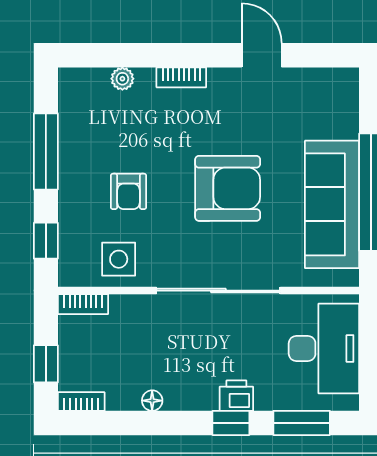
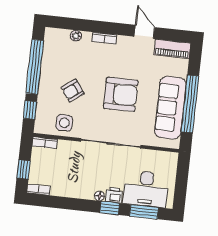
piano: (323, 84) -> (172, 49), added
window: (46, 151) -> (35, 67), width x1.46
armchair: (129, 191) -> (73, 91), turned 54
desk: (324, 348) -> (146, 189), moved, turned 90
floor lamp: (152, 401) -> (99, 196), moved

